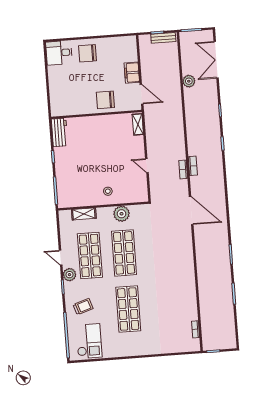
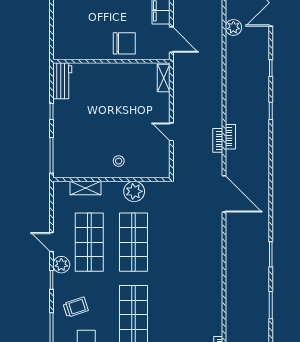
chair: (105, 100) -> (124, 43), turned 180

